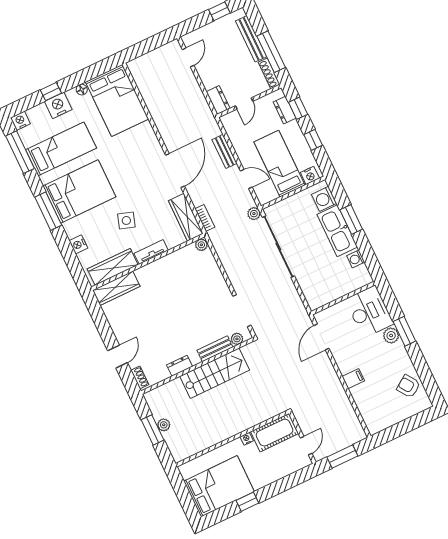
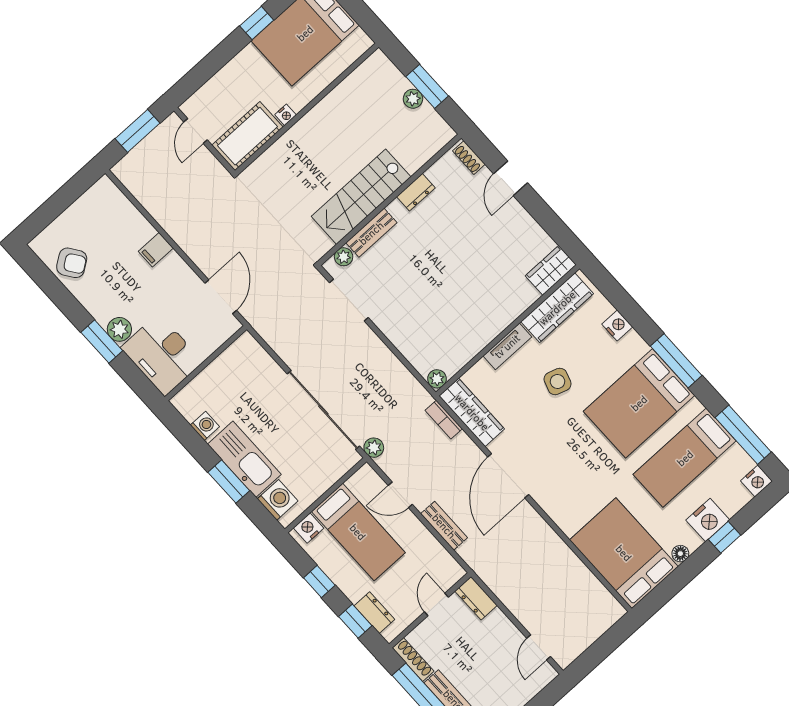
wardrobe: (116, 288) -> (551, 270), width x0.67

